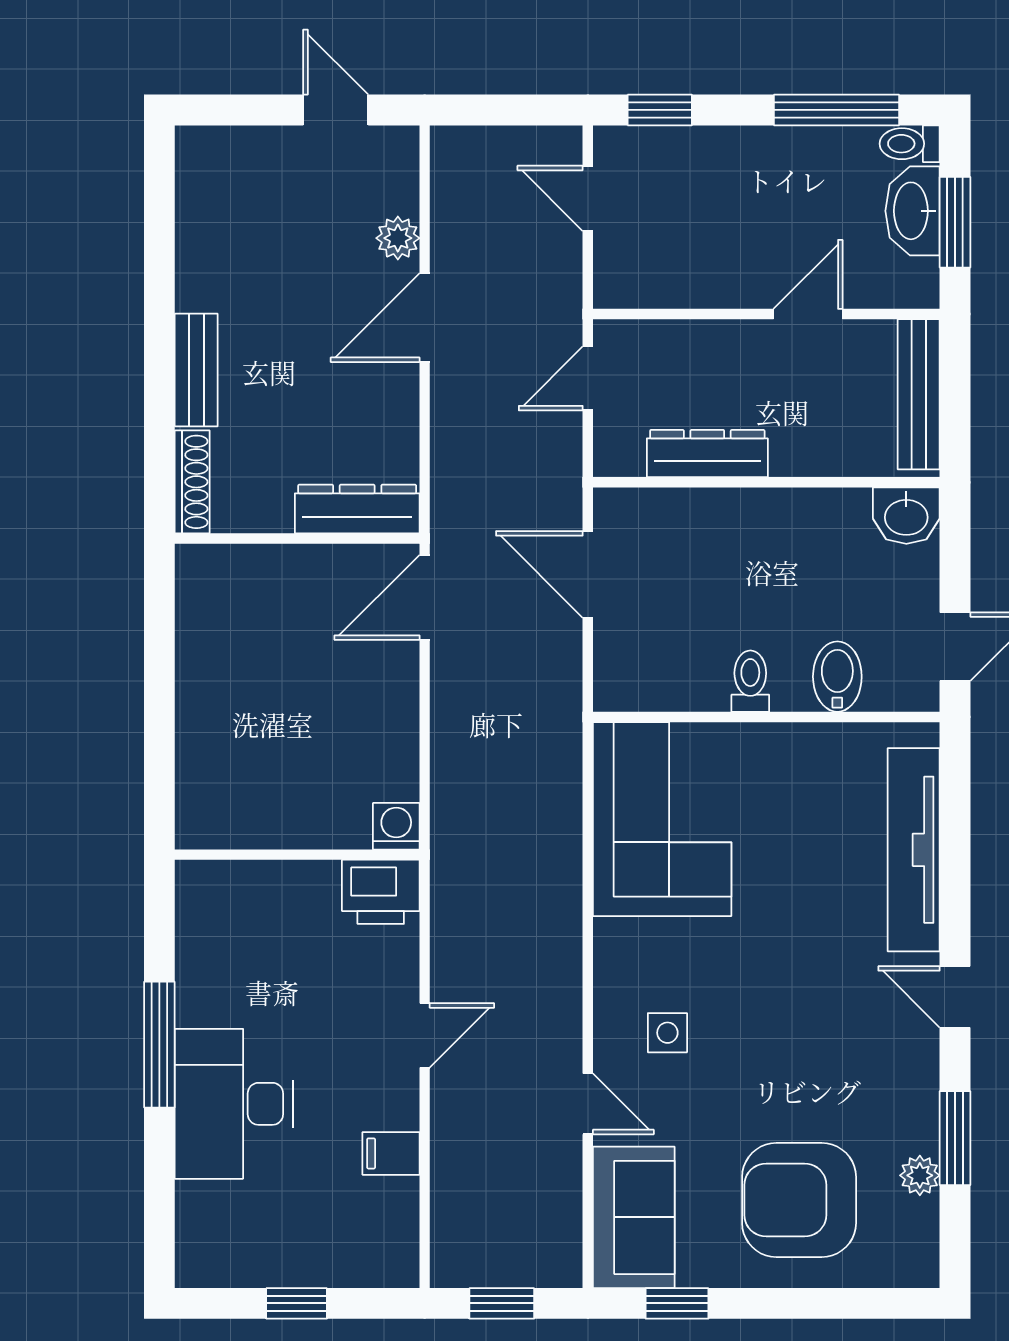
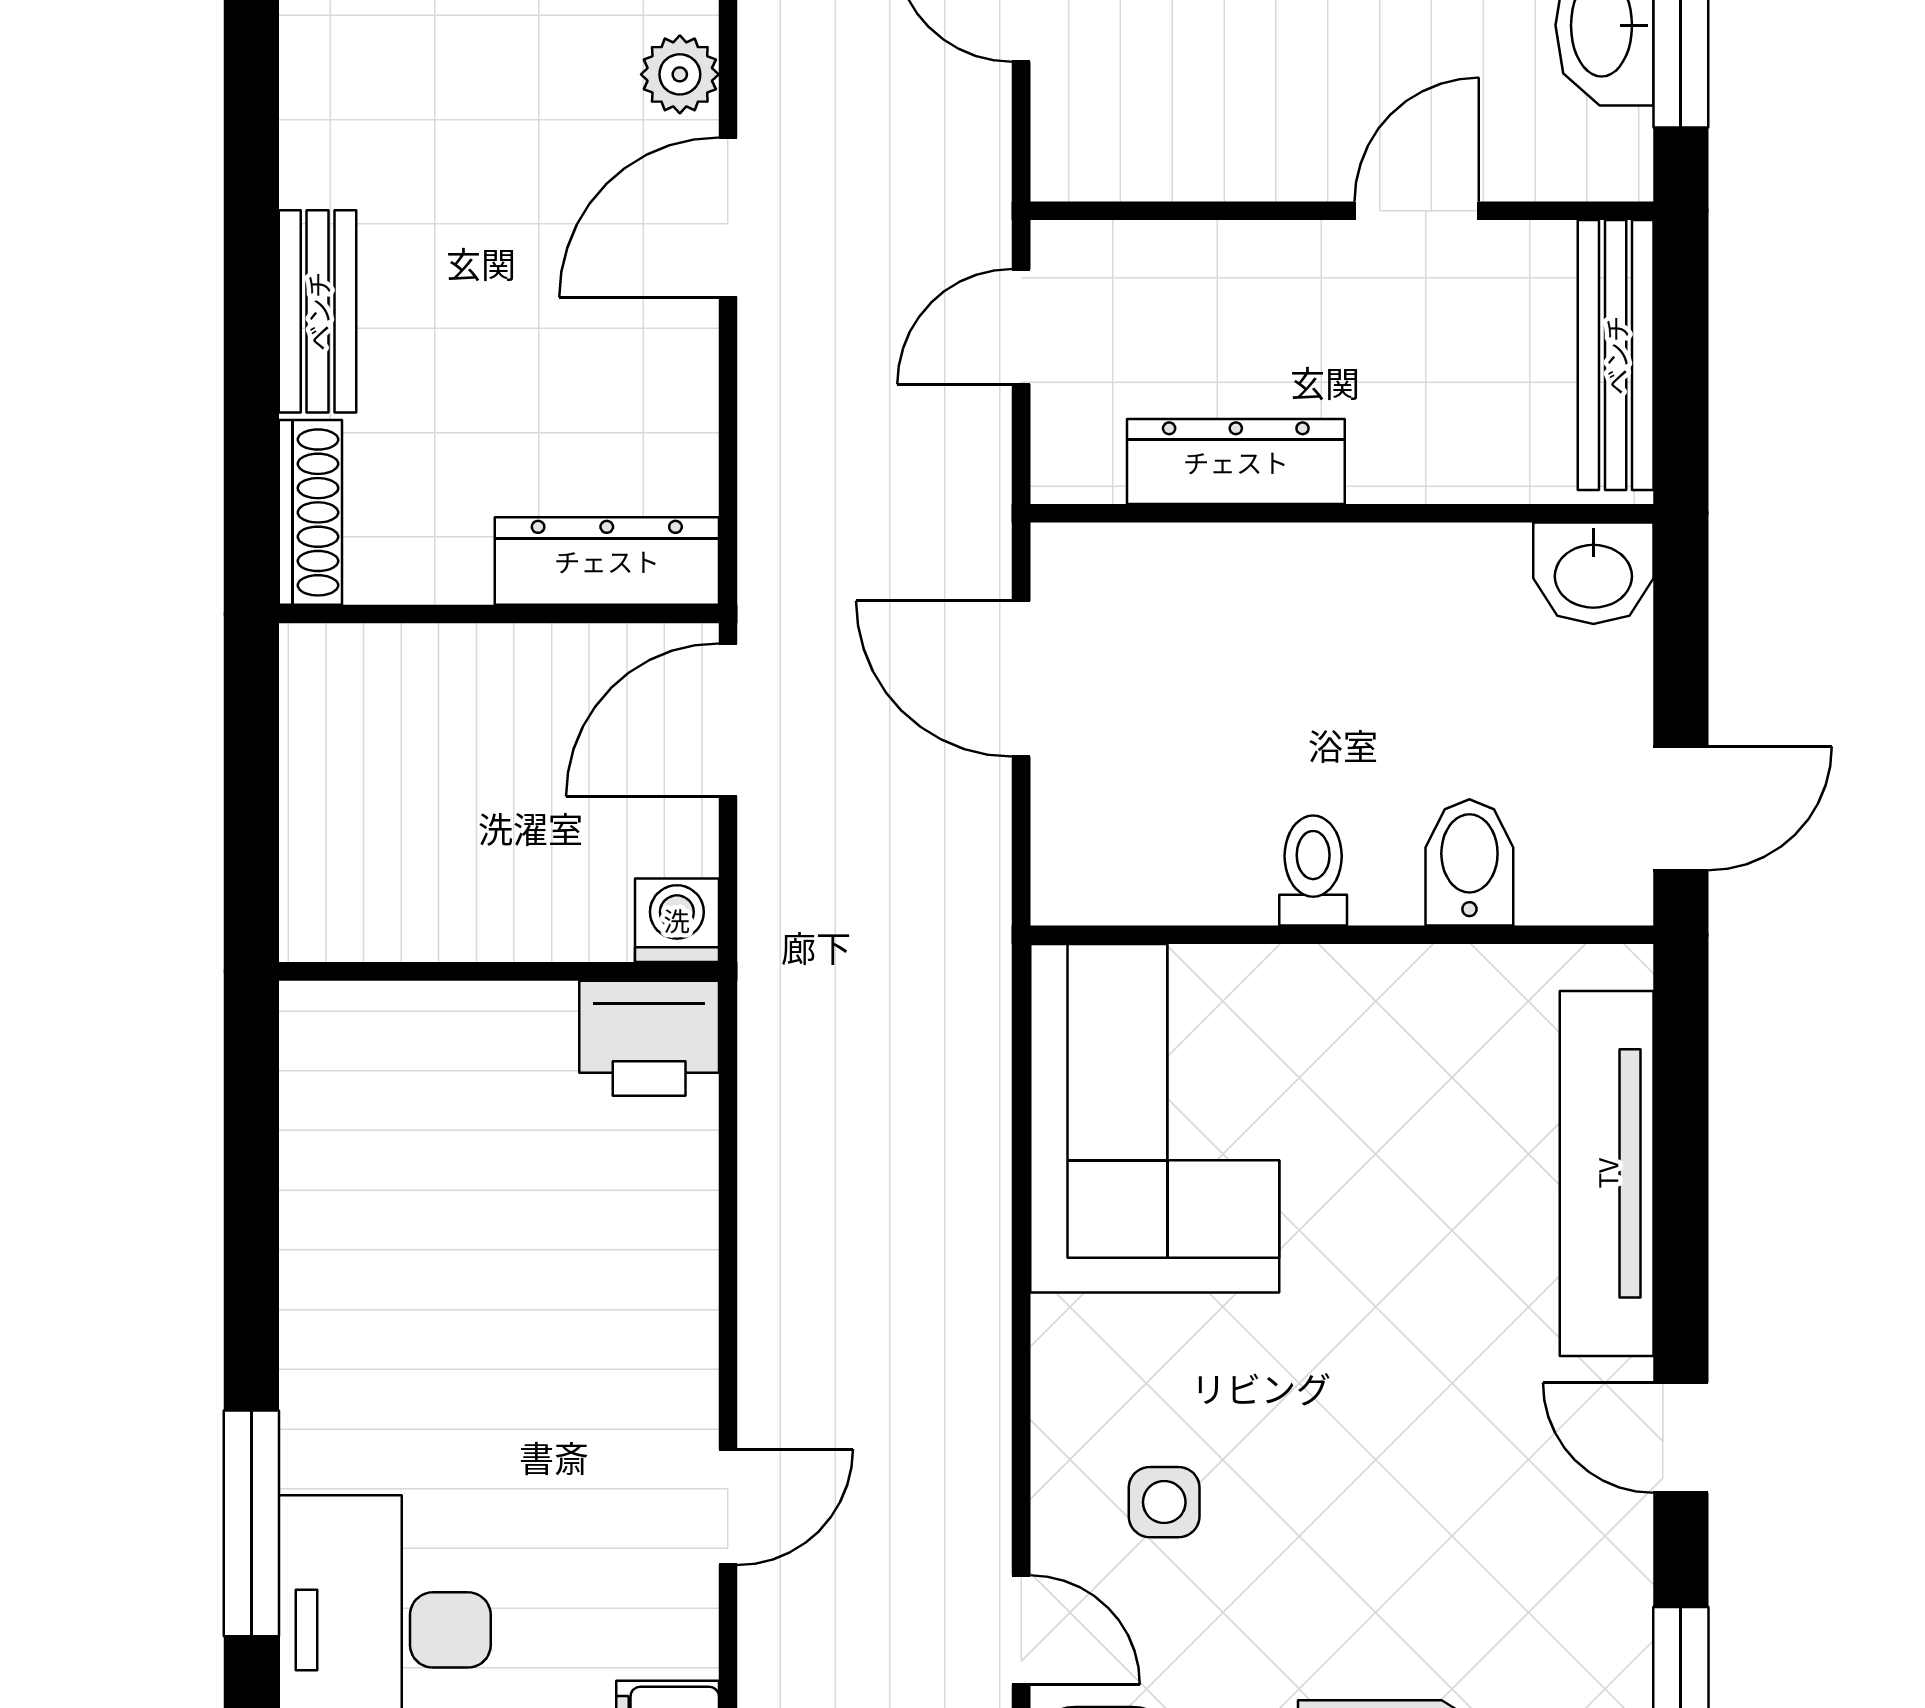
washing machine: (396, 826) -> (677, 920), moved
wall: (297, 855) -> (499, 971), moved
printer: (381, 892) -> (649, 1038), moved

